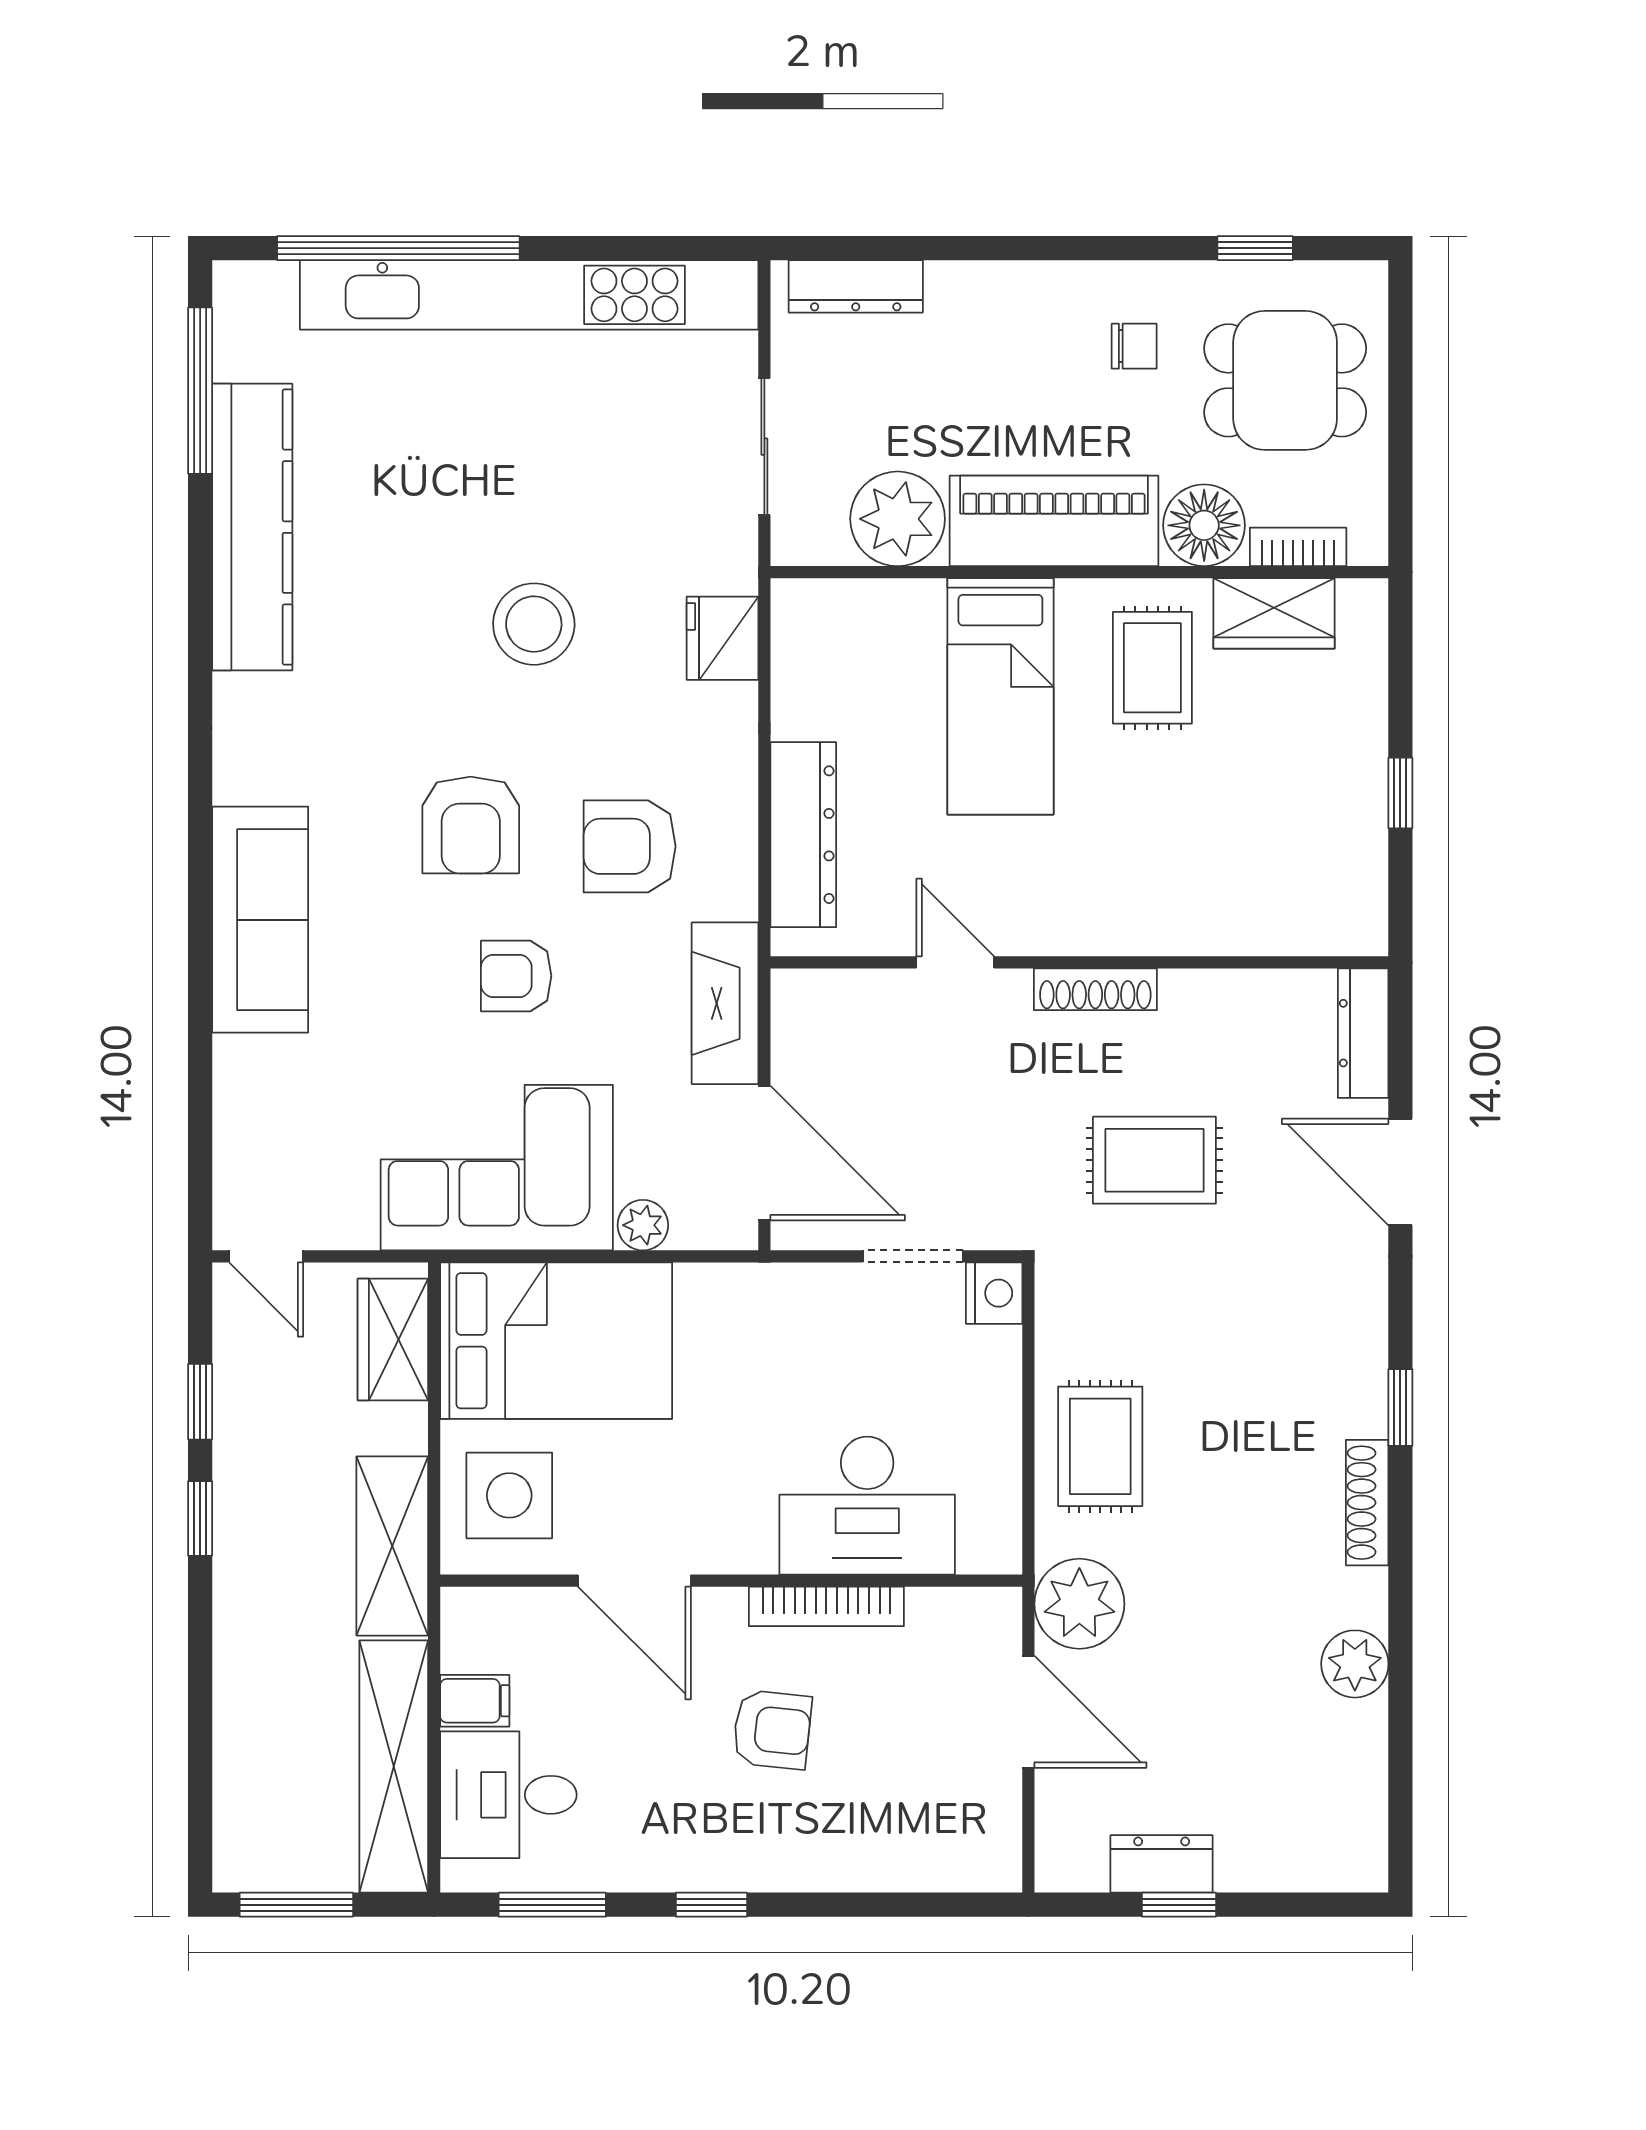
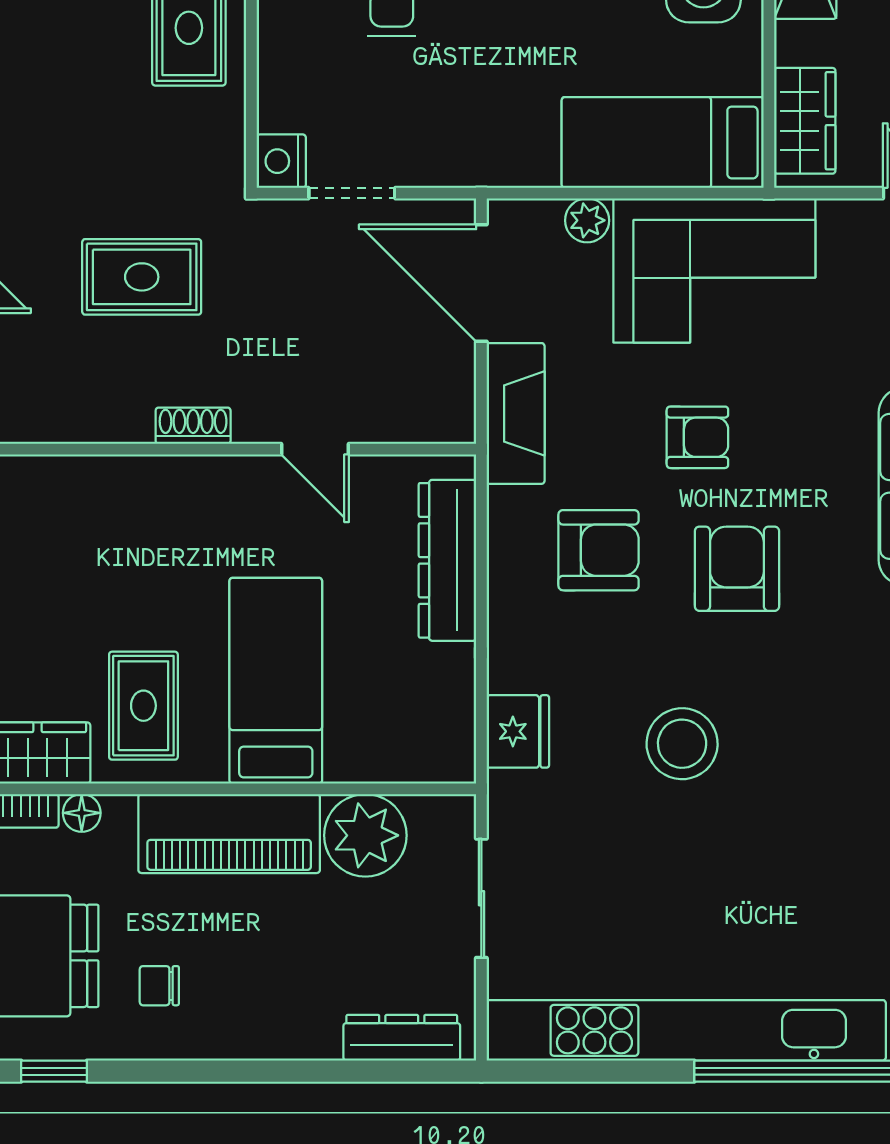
floor lamp: (1204, 525) -> (82, 813), width x0.53, depth x0.53
shoe rack: (1095, 989) -> (193, 426), width x0.70
bed: (556, 1341) -> (663, 142), width x0.67

